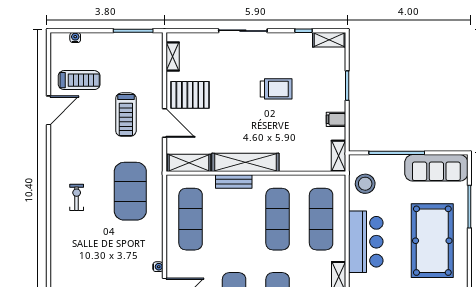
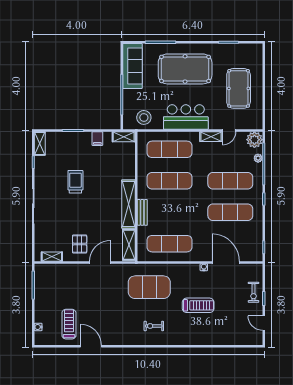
pallet: (190, 95) -> (80, 244), width x0.67, depth x0.71
treadmill: (126, 115) -> (198, 305), moved

